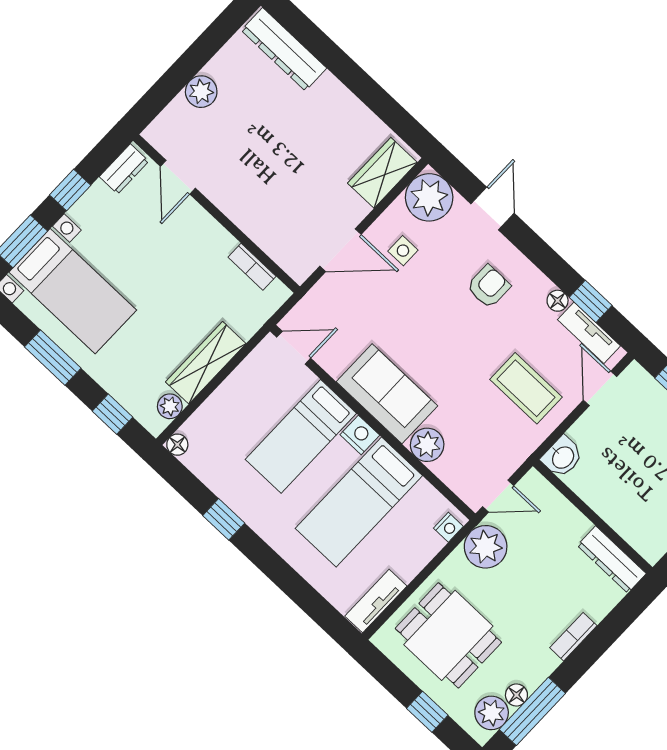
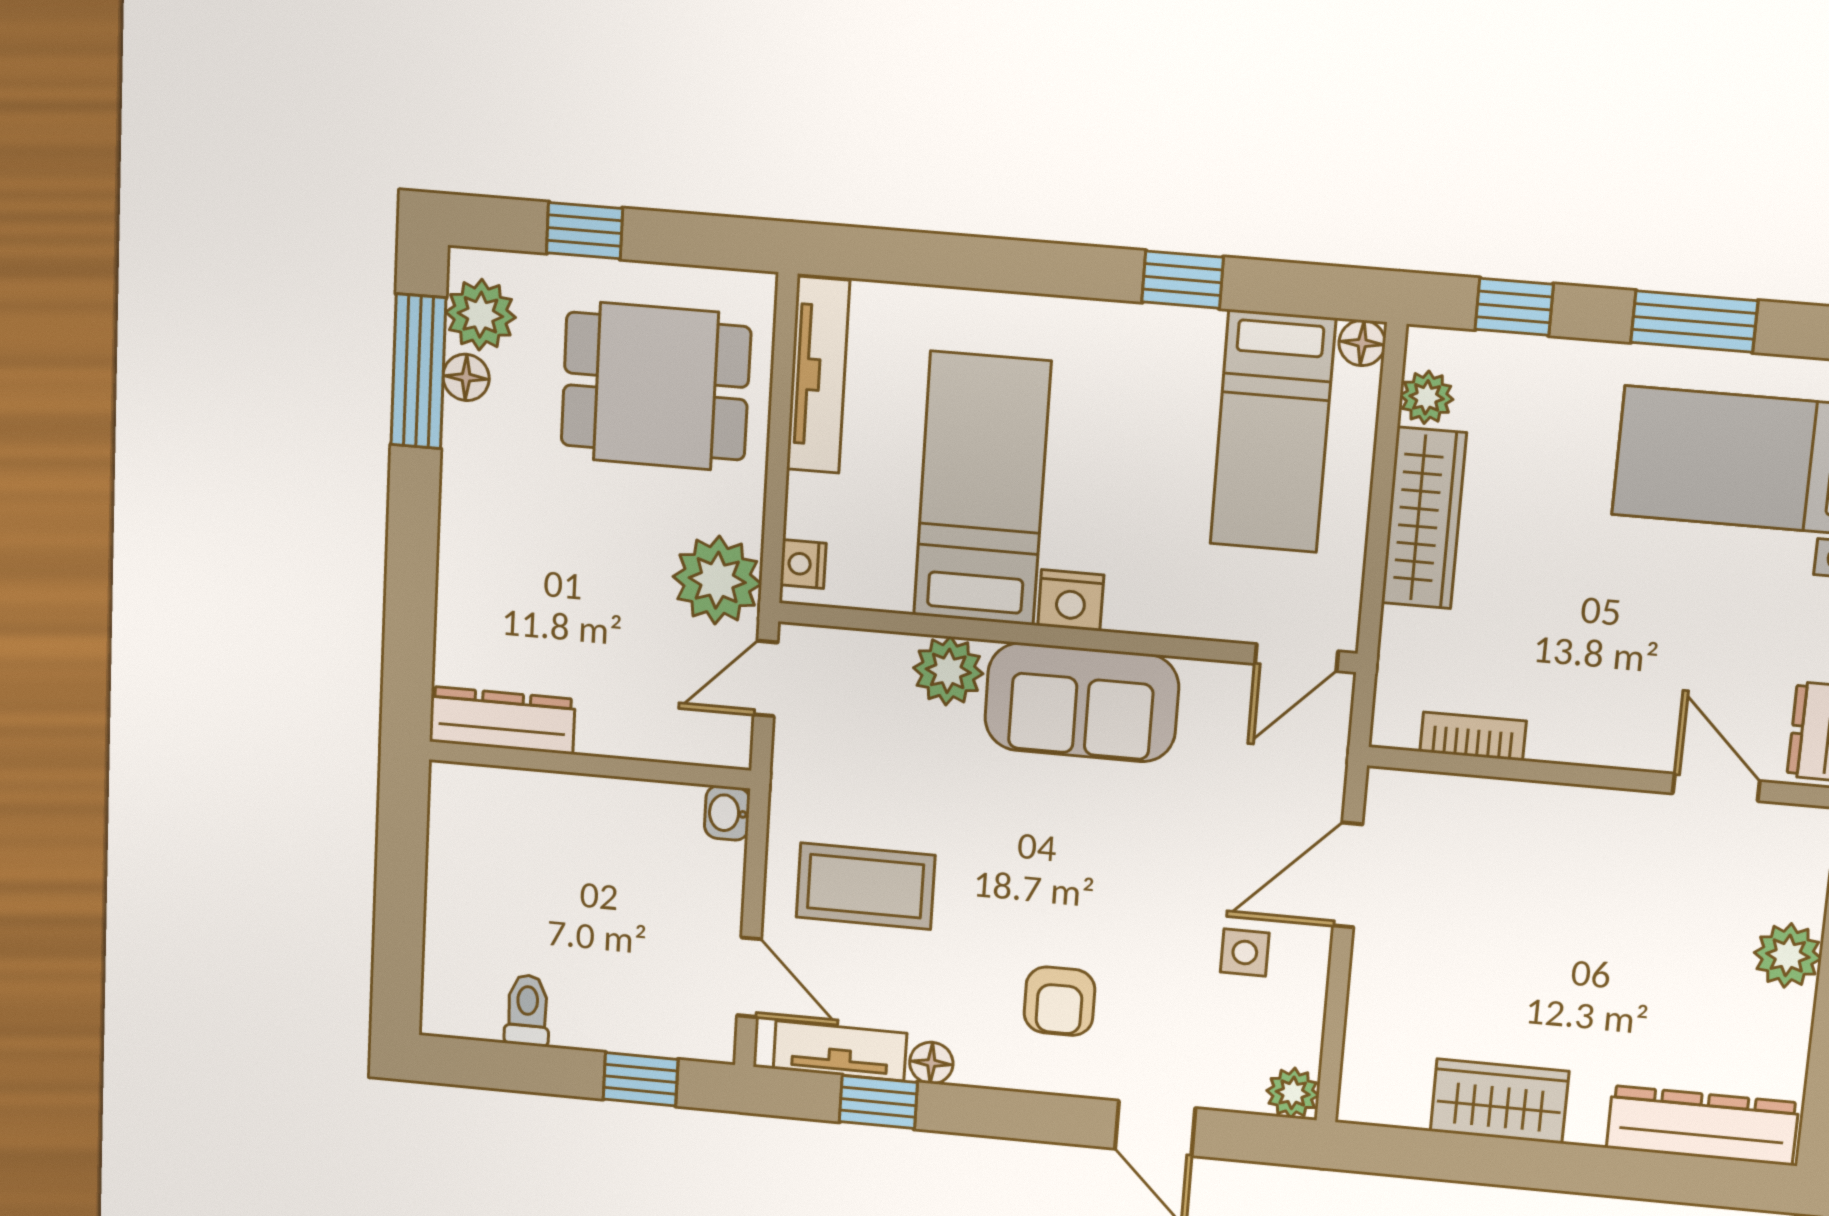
wardrobe: (382, 173) -> (1499, 1101), moved, turned -90
plant: (429, 197) -> (1293, 1093), width x0.53, depth x0.53
bed: (301, 436) -> (1273, 431), moved, turned 180
washbasin: (562, 457) -> (727, 813), width x0.72, depth x0.69
tv unit: (376, 601) -> (818, 375), width x1.41
bookcase: (573, 637) -> (457, 547), removed

